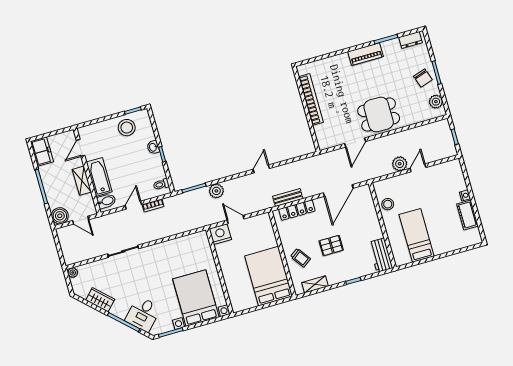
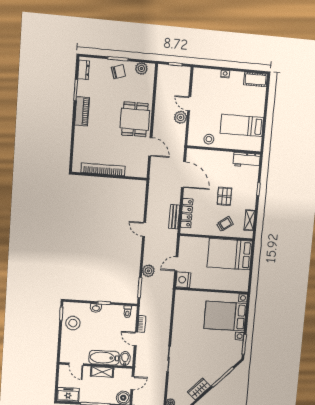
cot: (467, 215) -> (256, 79), moved
desk: (143, 314) -> (222, 361), removed

